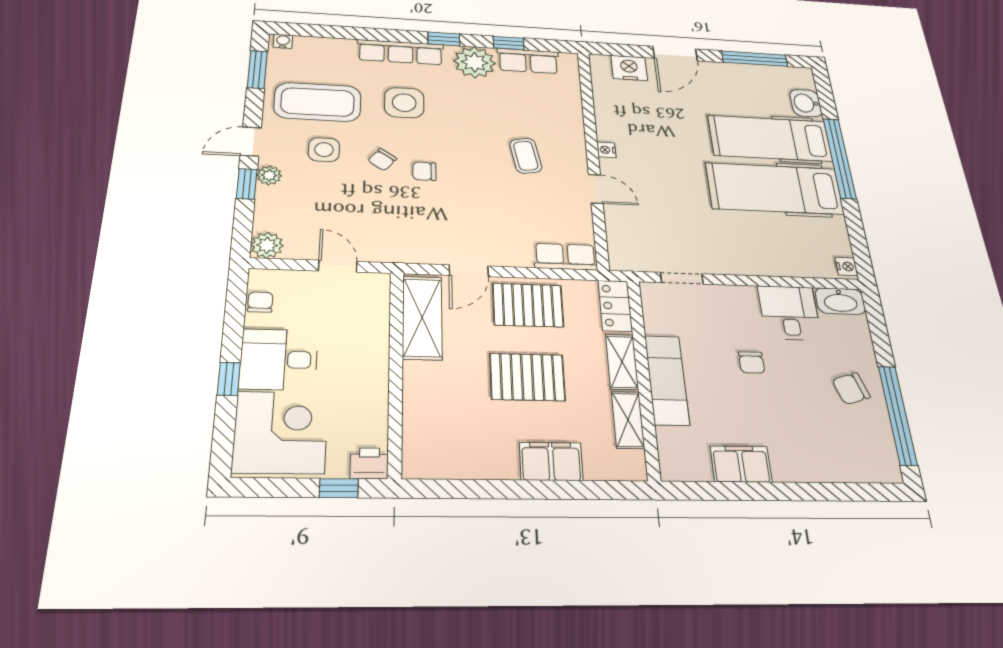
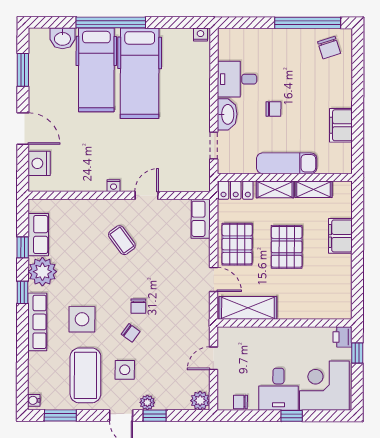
window: (755, 59) -> (23, 70), width x0.69
coffee table: (526, 156) -> (122, 240), turned 64
washbasin: (840, 301) -> (227, 114), moved
chair: (851, 389) -> (329, 48), moved

